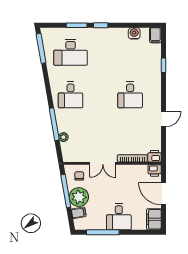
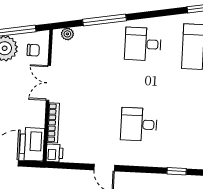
plant: (63, 137) -> (67, 34), moved
printer: (155, 170) -> (32, 144), width x1.87, depth x1.48

